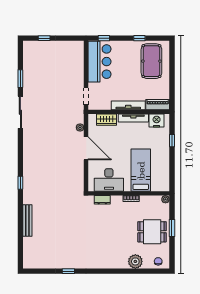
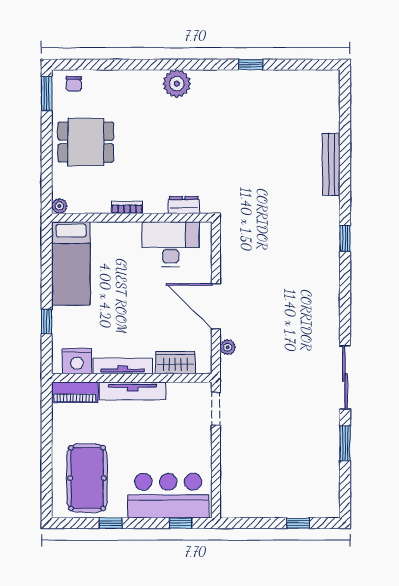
bar counter: (99, 62) -> (168, 496), moved, turned 90
bed: (141, 170) -> (71, 263), moved
window: (172, 228) -> (47, 94), moved
plant: (135, 261) -> (177, 84), moved

